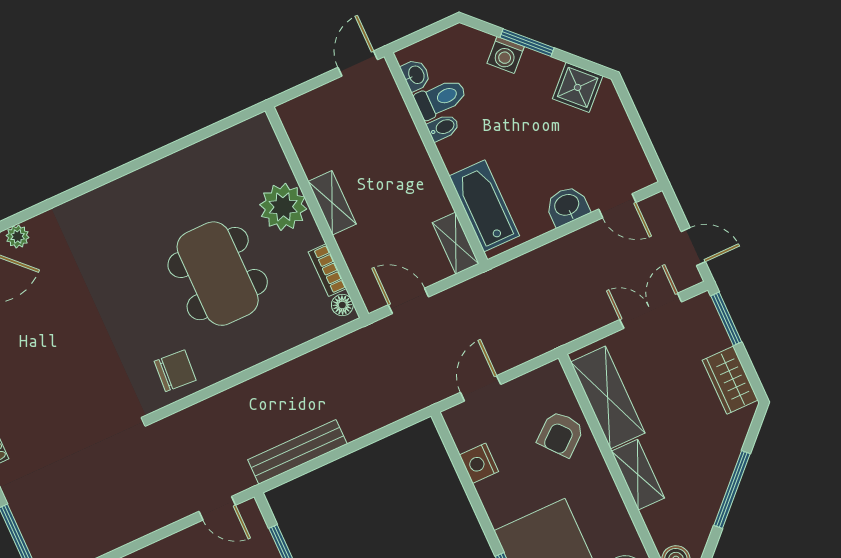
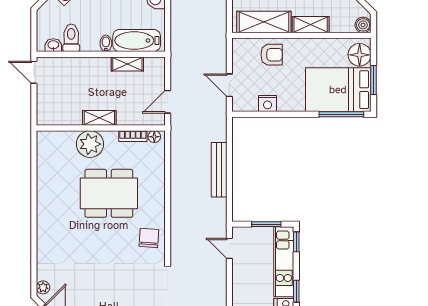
bidet: (443, 127) -> (106, 43), moved
shelving: (456, 243) -> (127, 64), moved
armchair: (561, 434) -> (272, 55), turned -50
bench: (297, 452) -> (219, 170), moved
door: (217, 508) -> (229, 248), swing flipped

